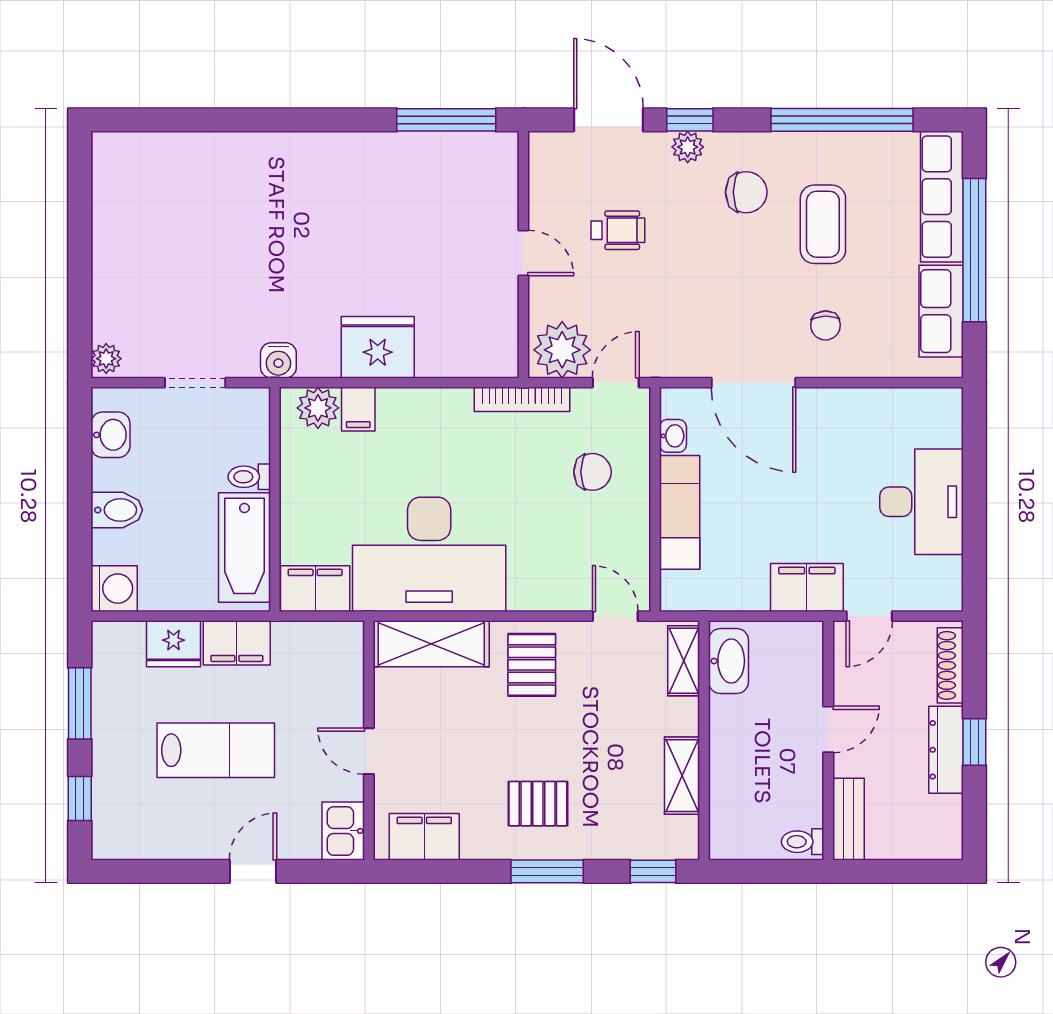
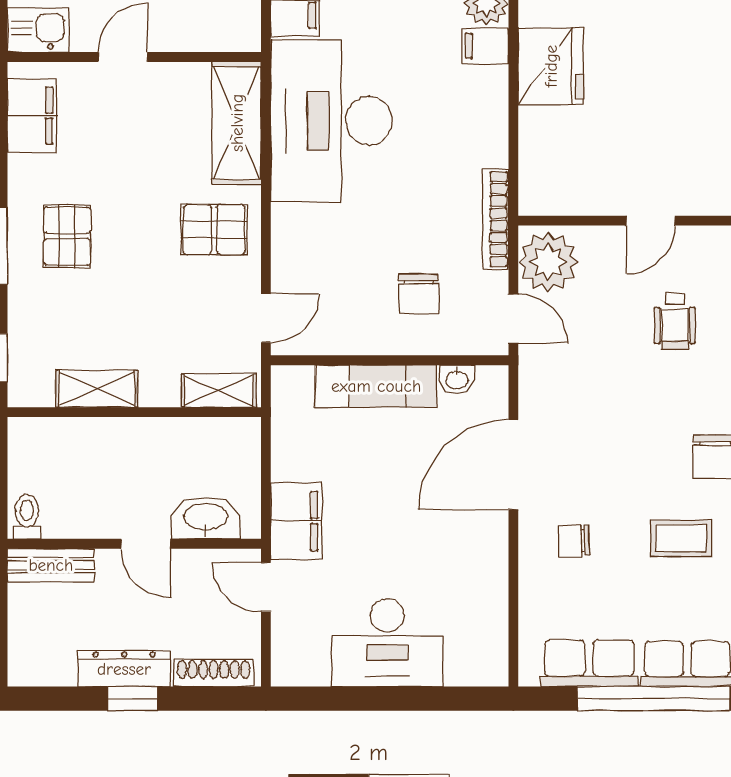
coffee table: (823, 224) -> (681, 538), width x0.73, depth x0.77
washbasin: (728, 661) -> (206, 518), moved, turned 180

